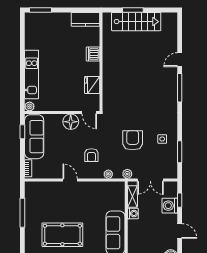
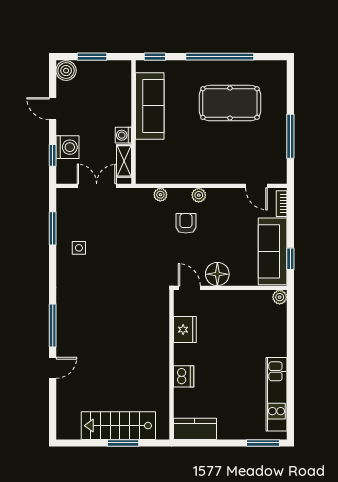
kitchen unit: (32, 74) -> (276, 394), moved
armchair: (133, 140) -> (124, 246), removed
plant: (127, 174) -> (199, 195), moved
door: (70, 180) -> (256, 186), moved

